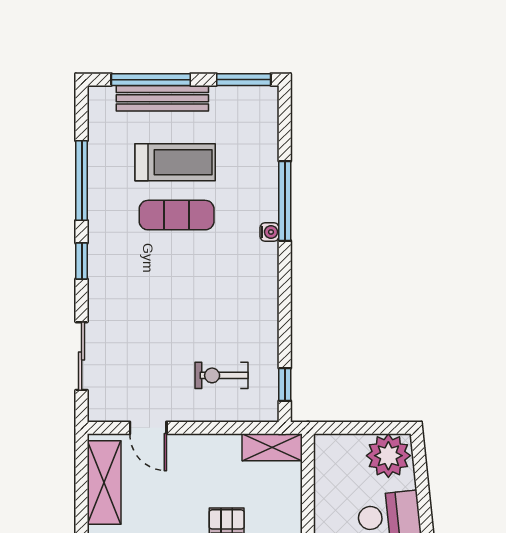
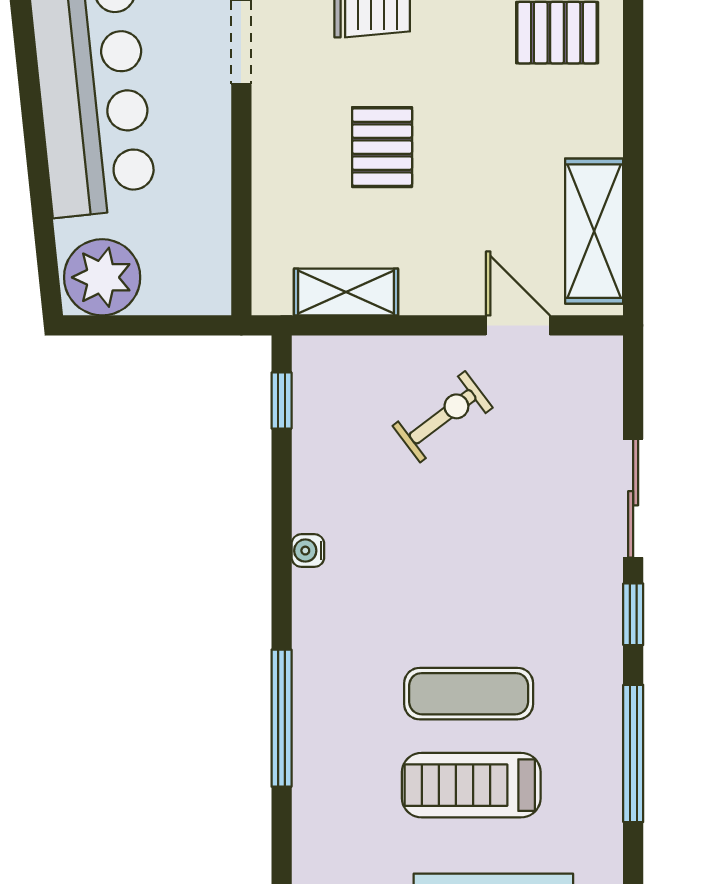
water cooler: (269, 232) -> (308, 551), moved
sliding door: (82, 356) -> (633, 498), moved
exercise bike: (222, 375) -> (443, 417), moved, turned -37
shelving: (272, 447) -> (346, 292), moved

